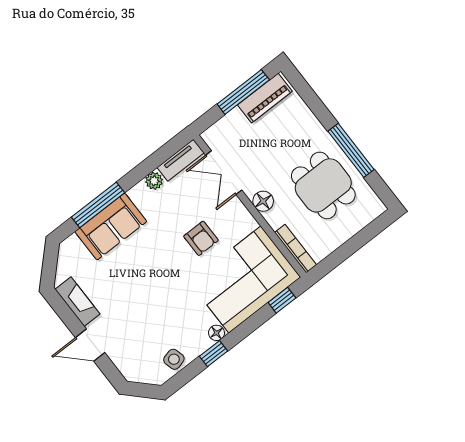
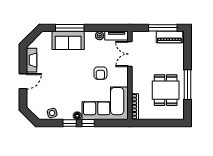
floor lamp: (263, 201) -> (137, 78), removed
window: (282, 300) -> (88, 123), moved
door: (90, 345) -> (23, 81), swing flipped

